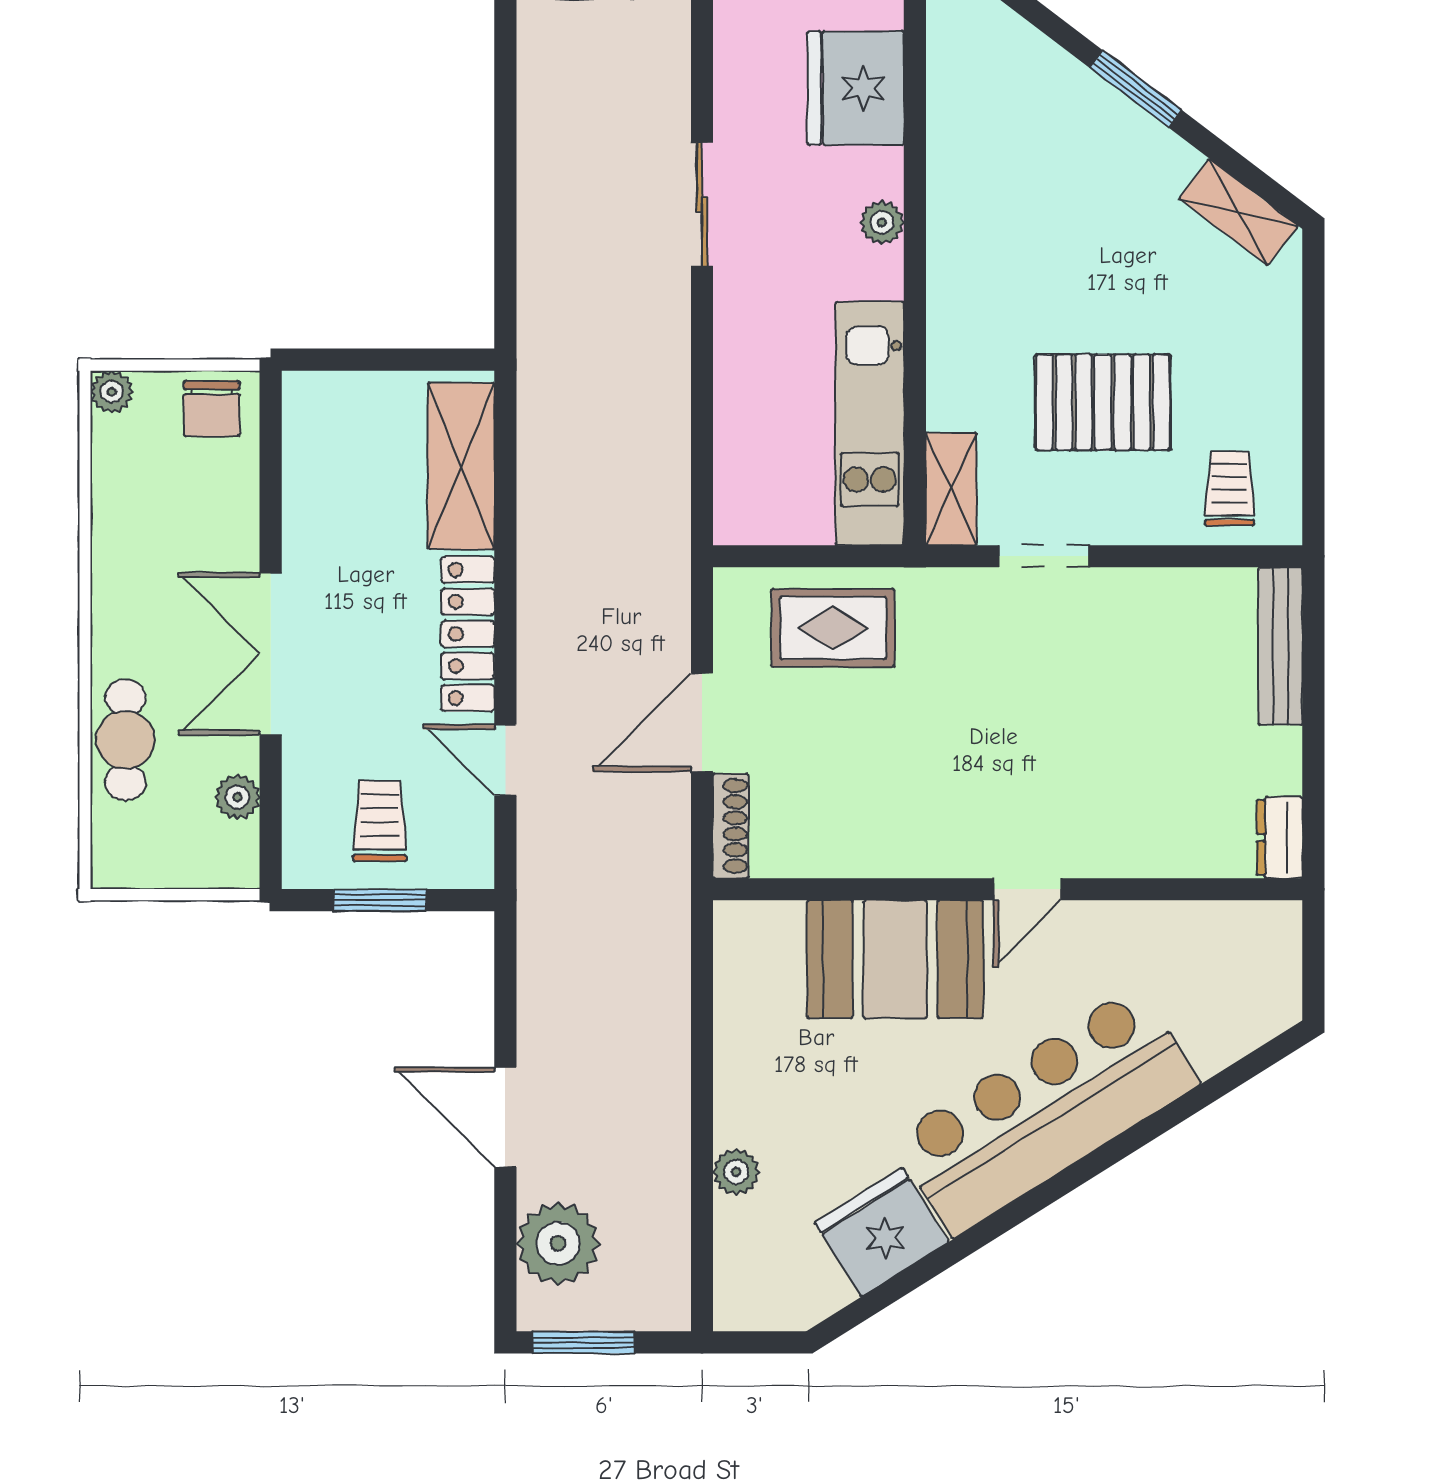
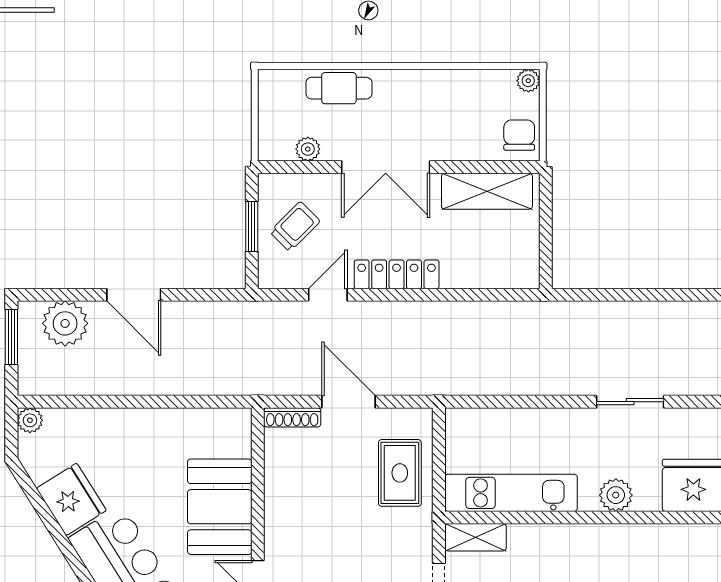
plant: (882, 222) -> (616, 495), width x1.38, depth x1.38
chair: (212, 408) -> (519, 135), turned 90
shelving: (461, 466) -> (487, 191), moved
double door: (271, 654) -> (386, 167), swing flipped
trolley: (380, 821) -> (295, 227), turned -45
door: (505, 1117) -> (134, 295), swing flipped
plant: (736, 1172) -> (30, 420), moved

